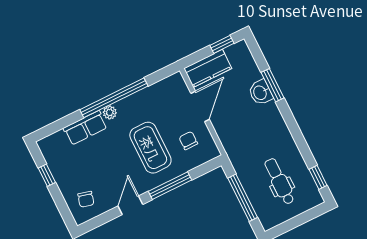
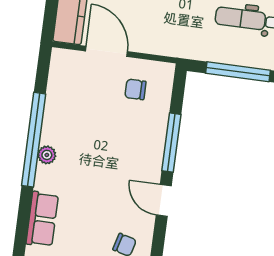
row of seats: (85, 128) -> (42, 219), moved
coffee table: (150, 148) -> (115, 136), removed

